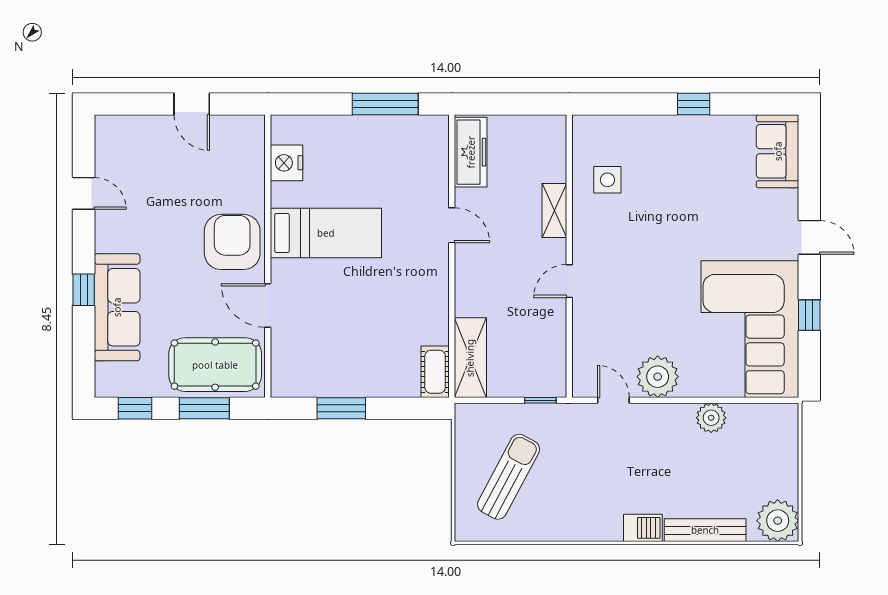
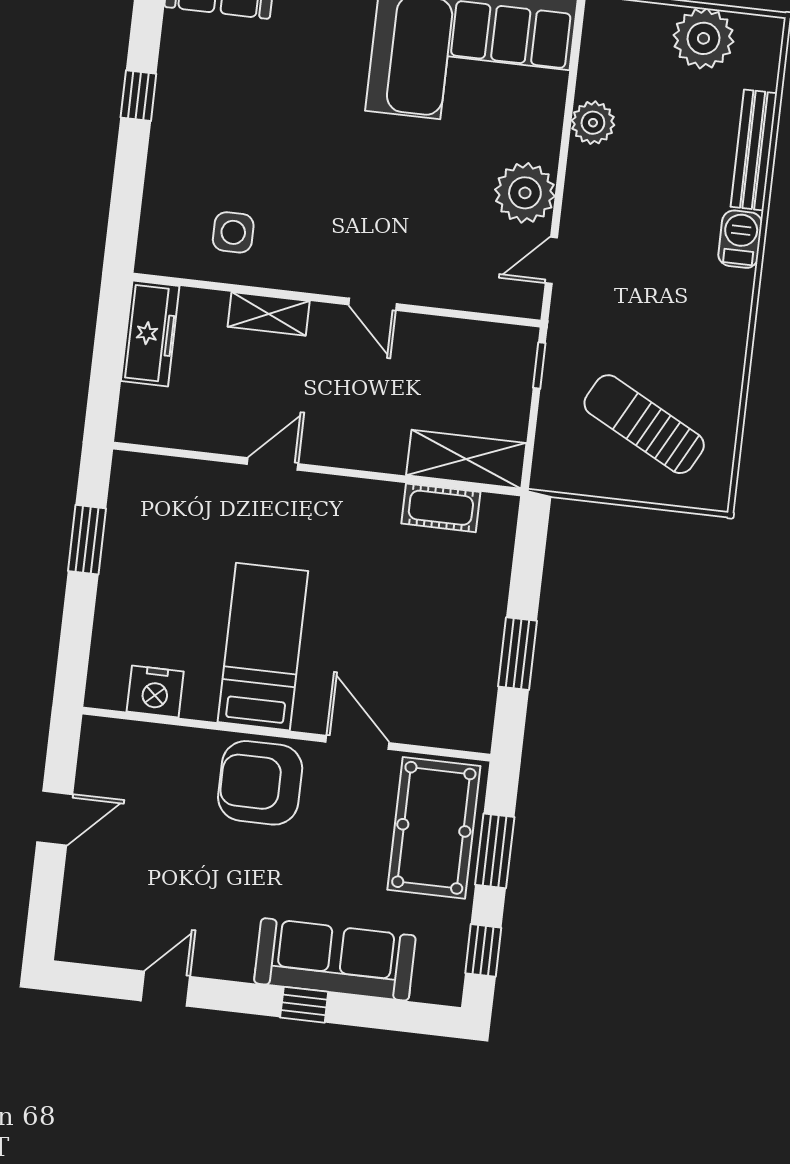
window: (385, 104) -> (87, 540), width x0.69
freezer: (471, 152) -> (150, 333), moved, turned 90
door: (268, 305) -> (357, 742), swing flipped
cot: (435, 372) -> (441, 508), moved
plant: (778, 521) -> (703, 38), moved

